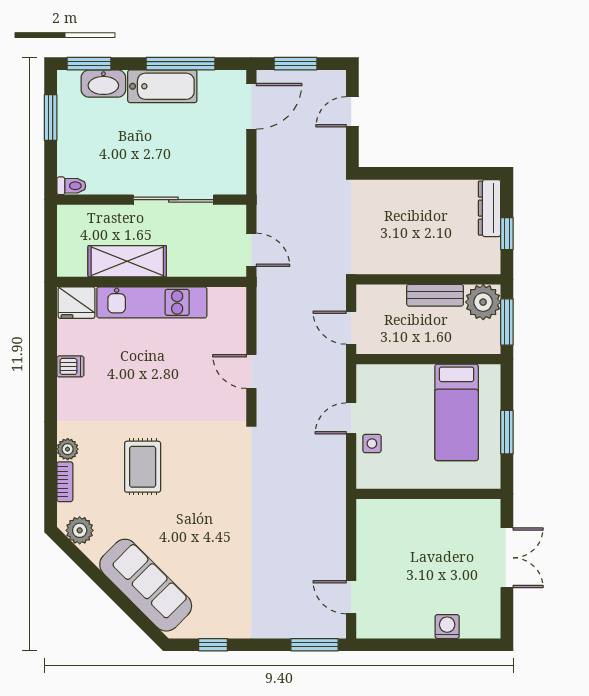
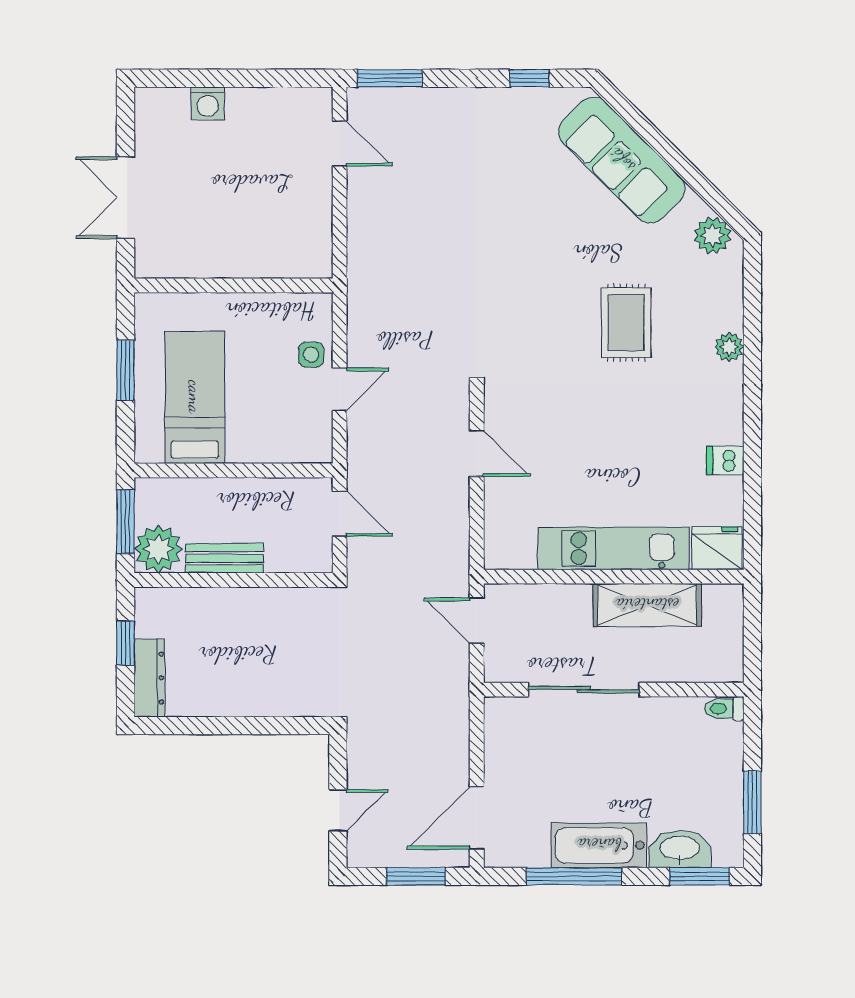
bookcase: (65, 482) -> (733, 302), removed

